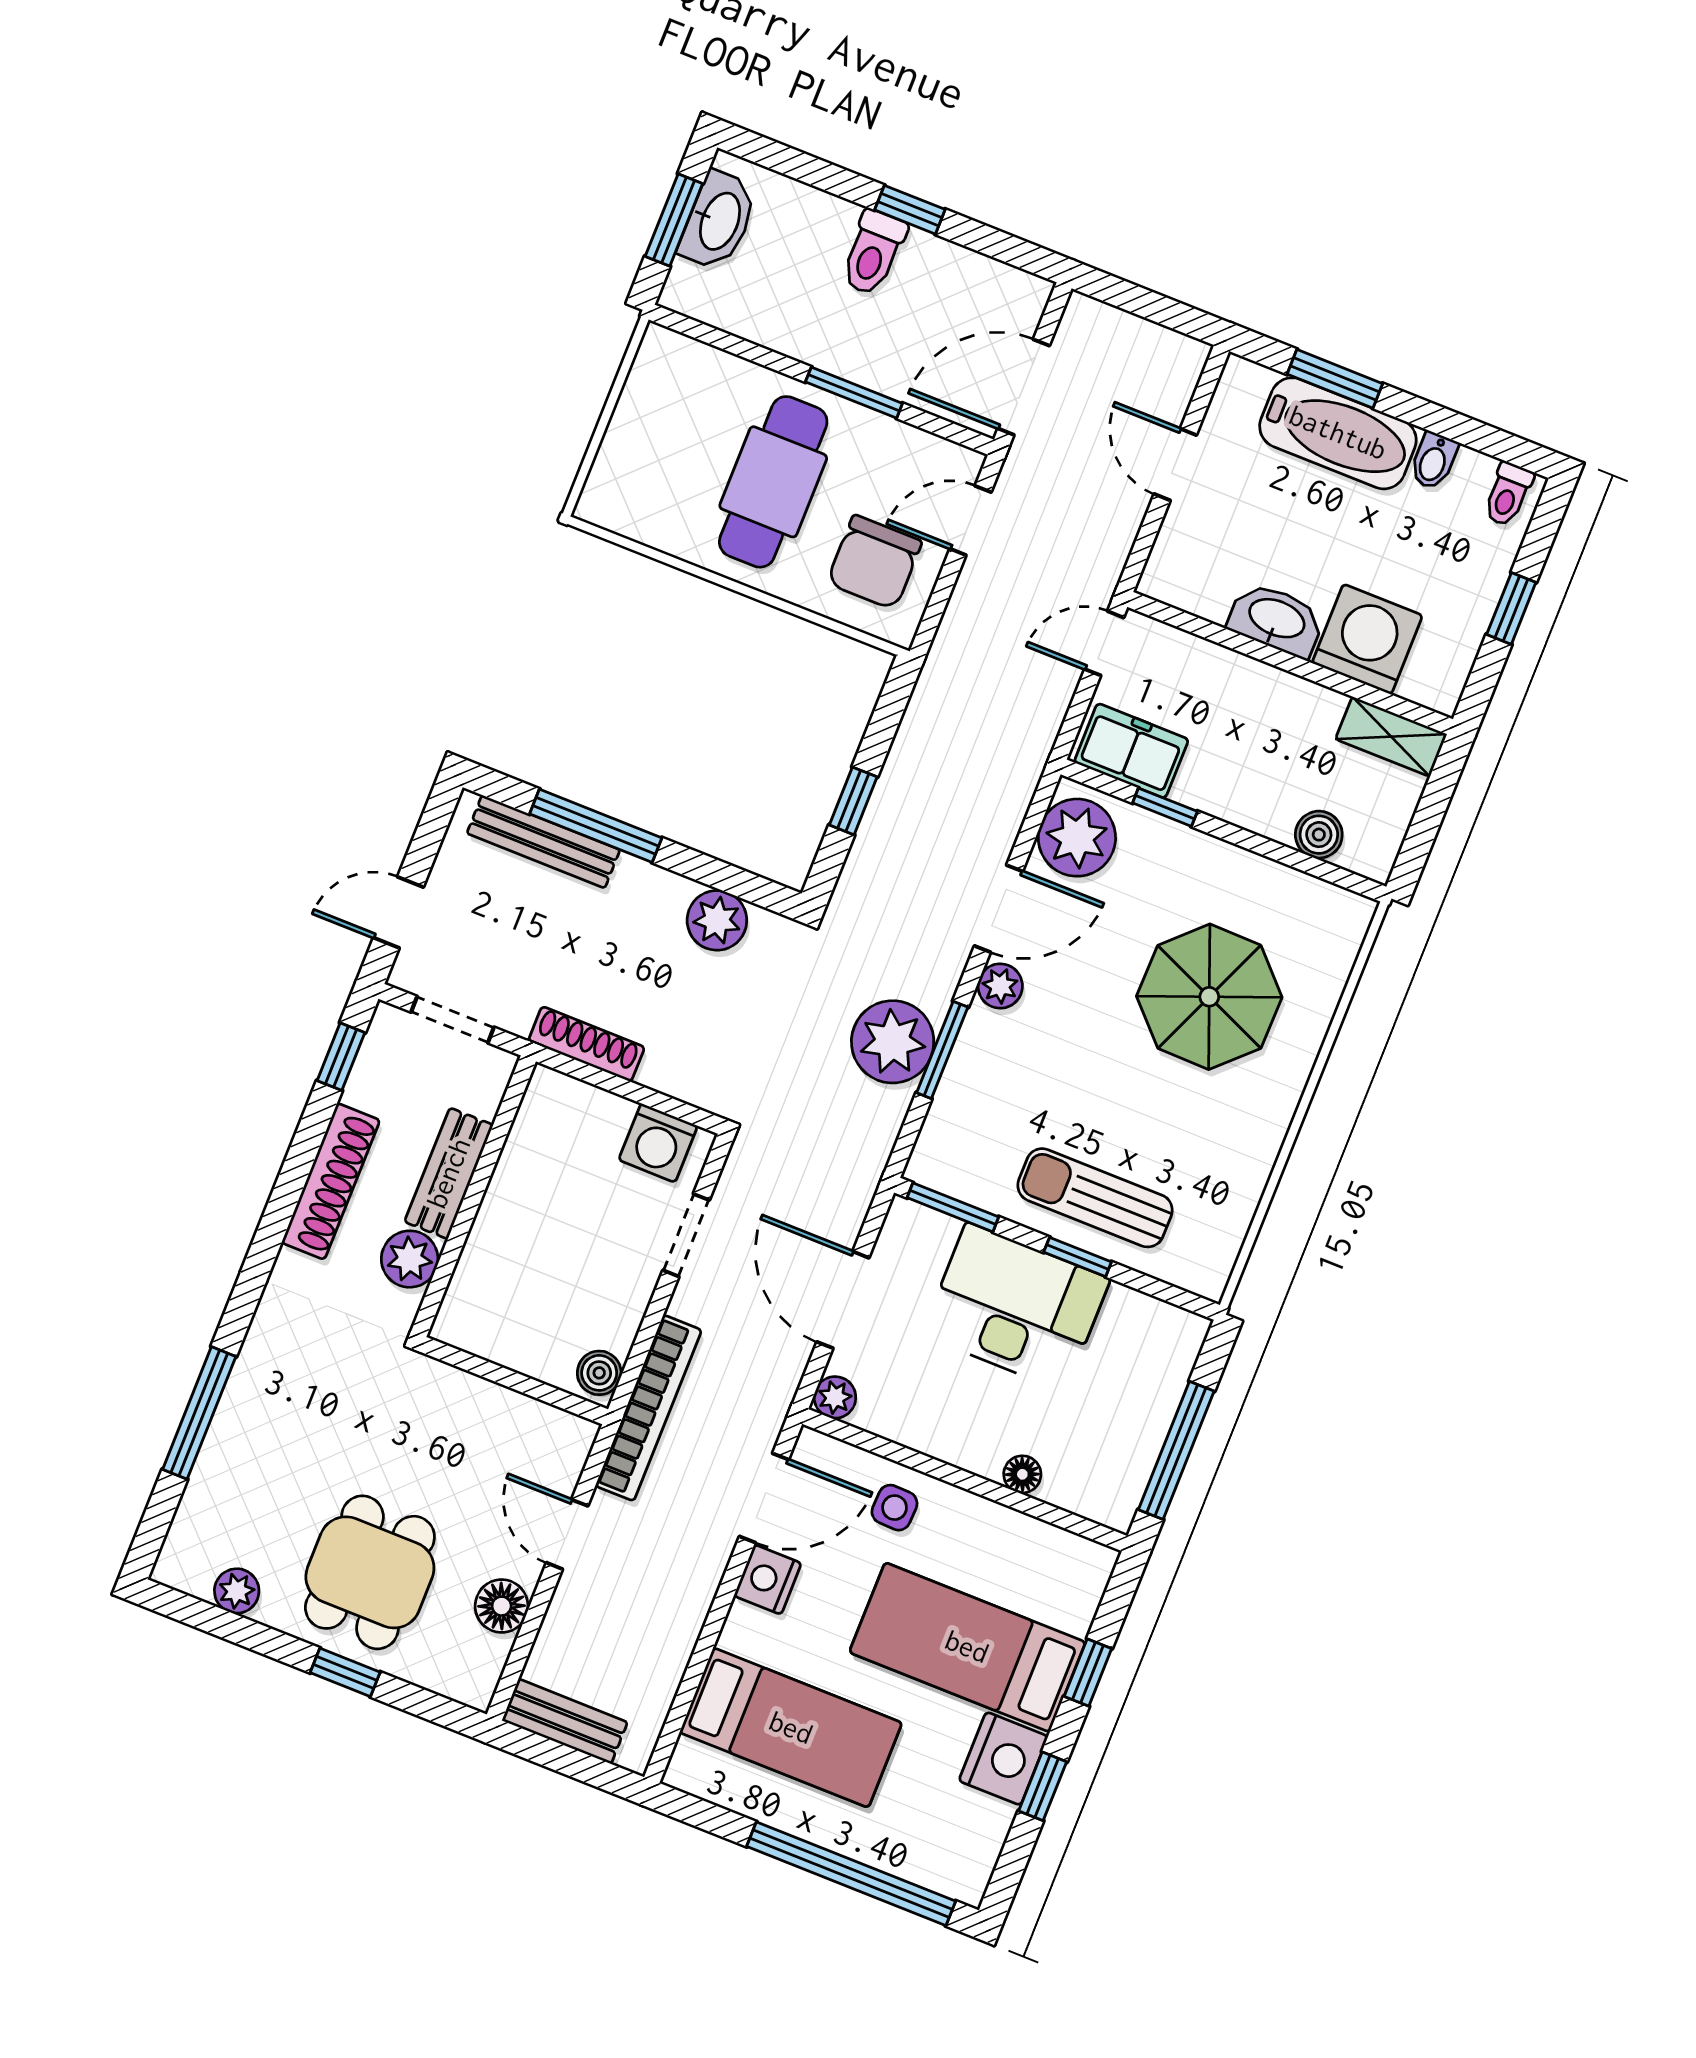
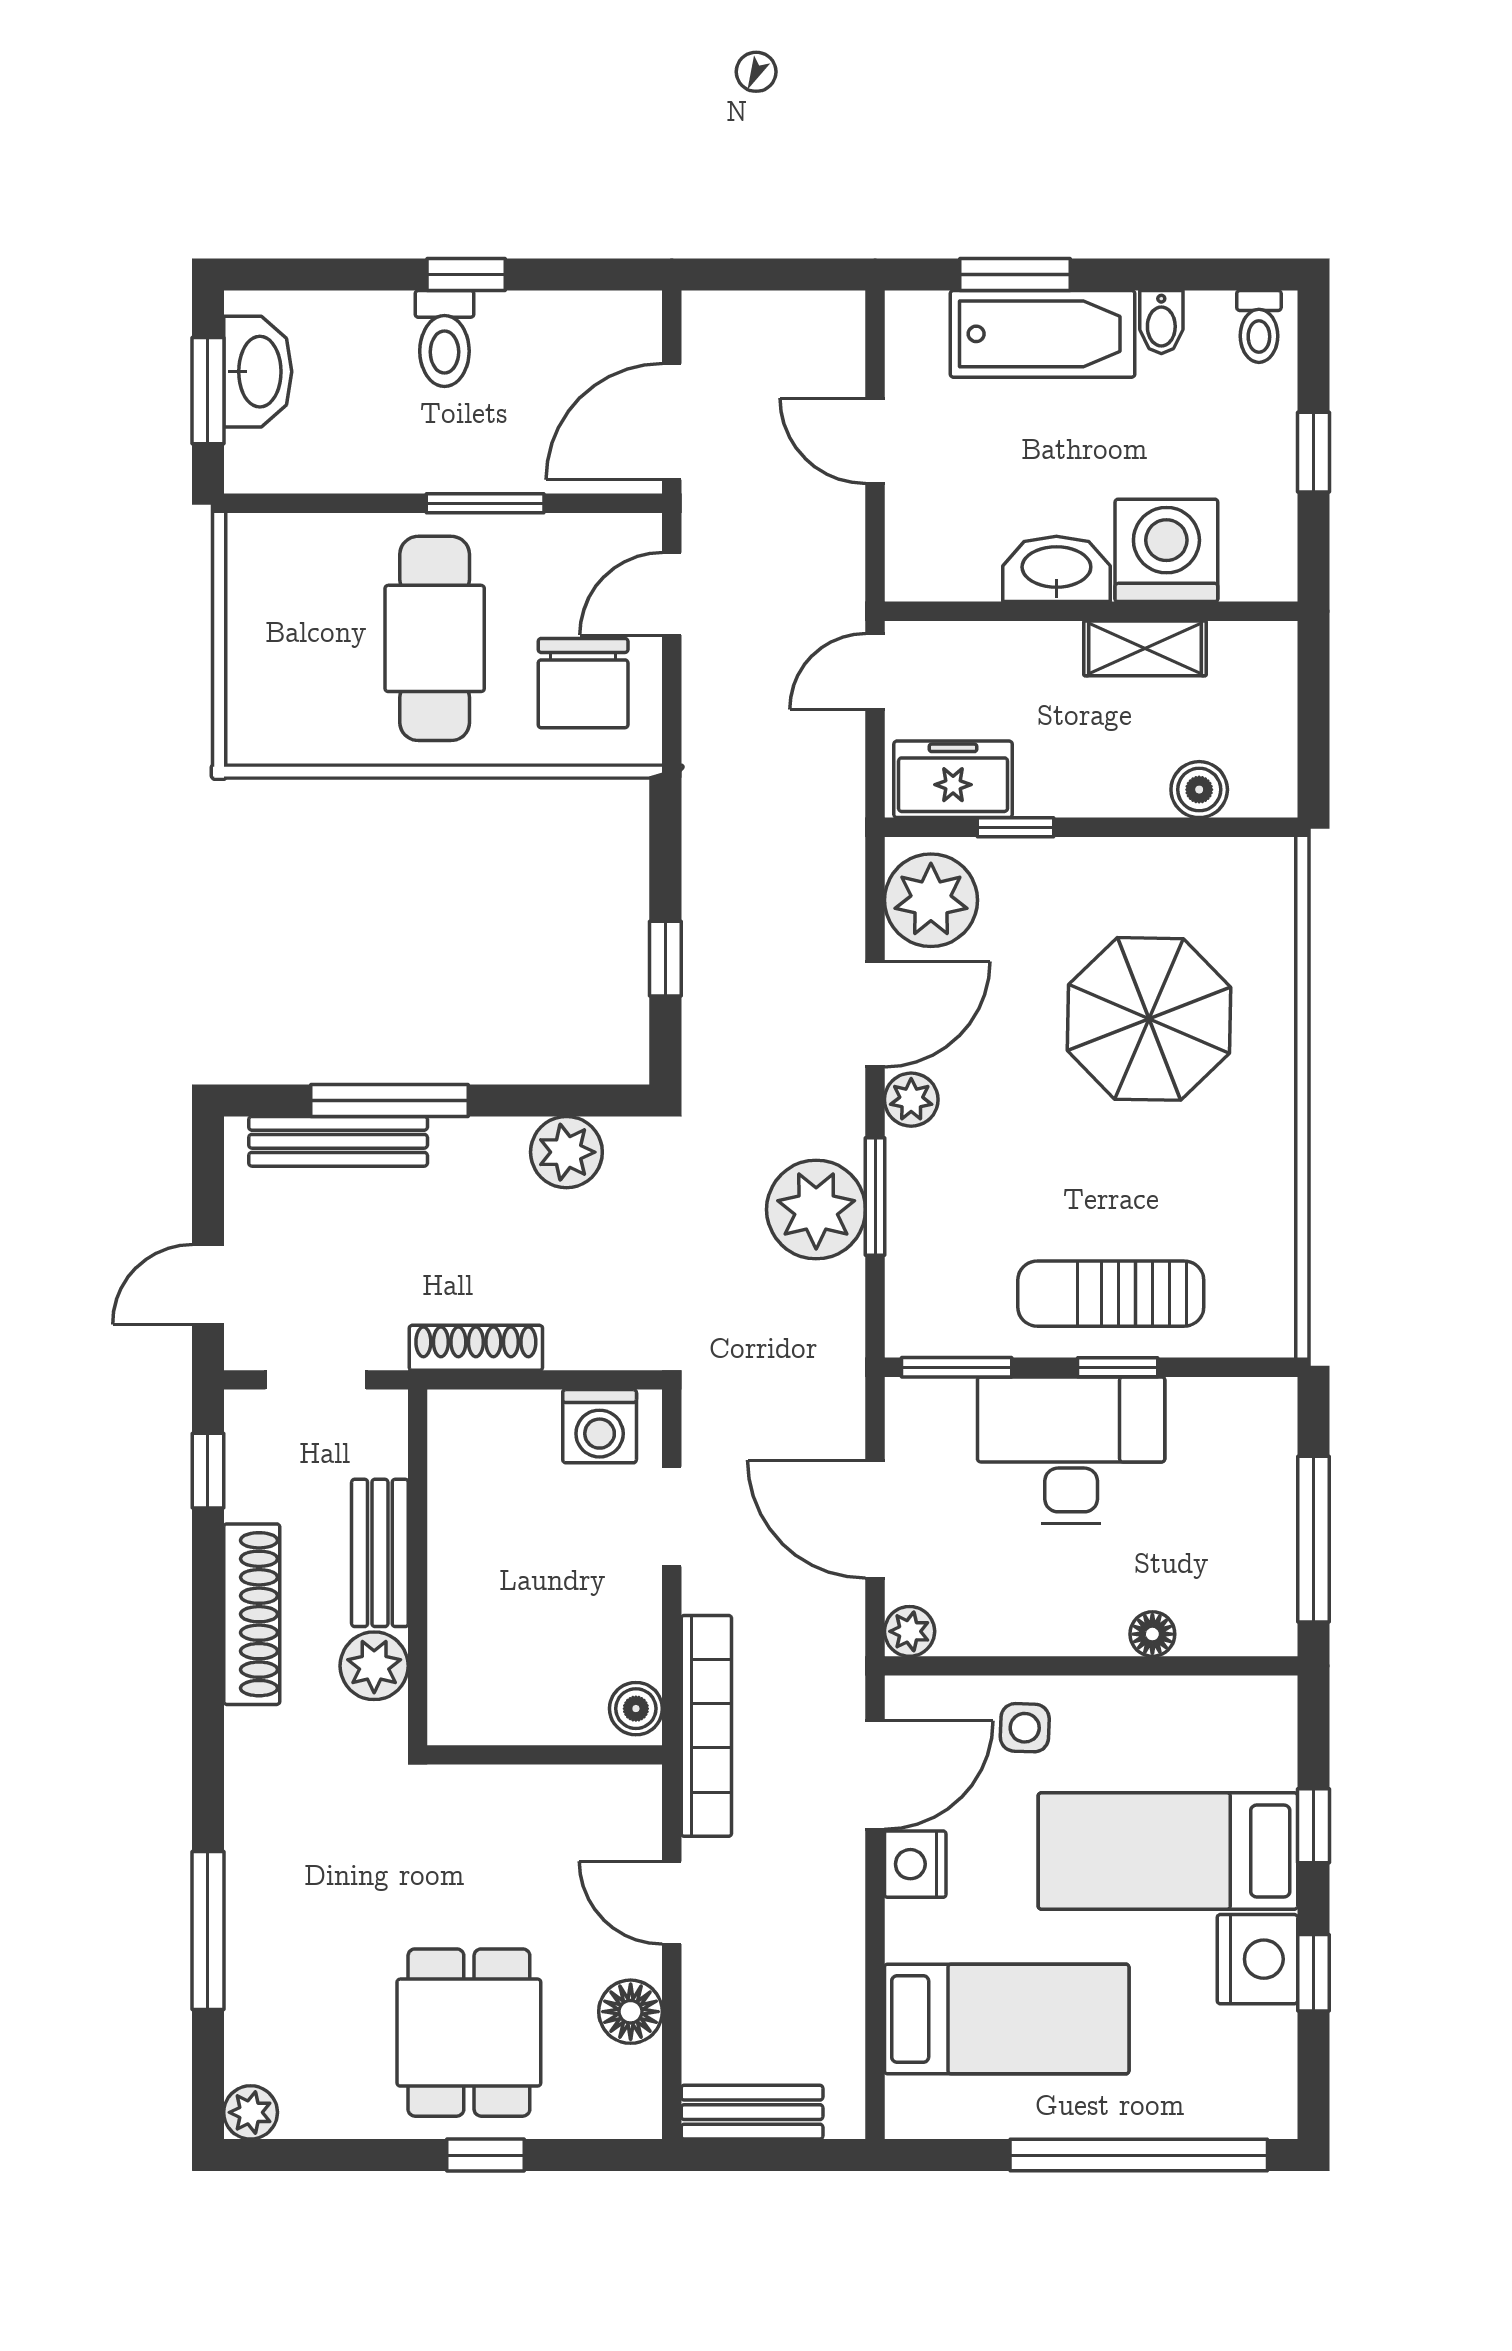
shelving: (1391, 737) -> (1145, 648), moved
plant: (237, 1591) -> (251, 2112), moved

